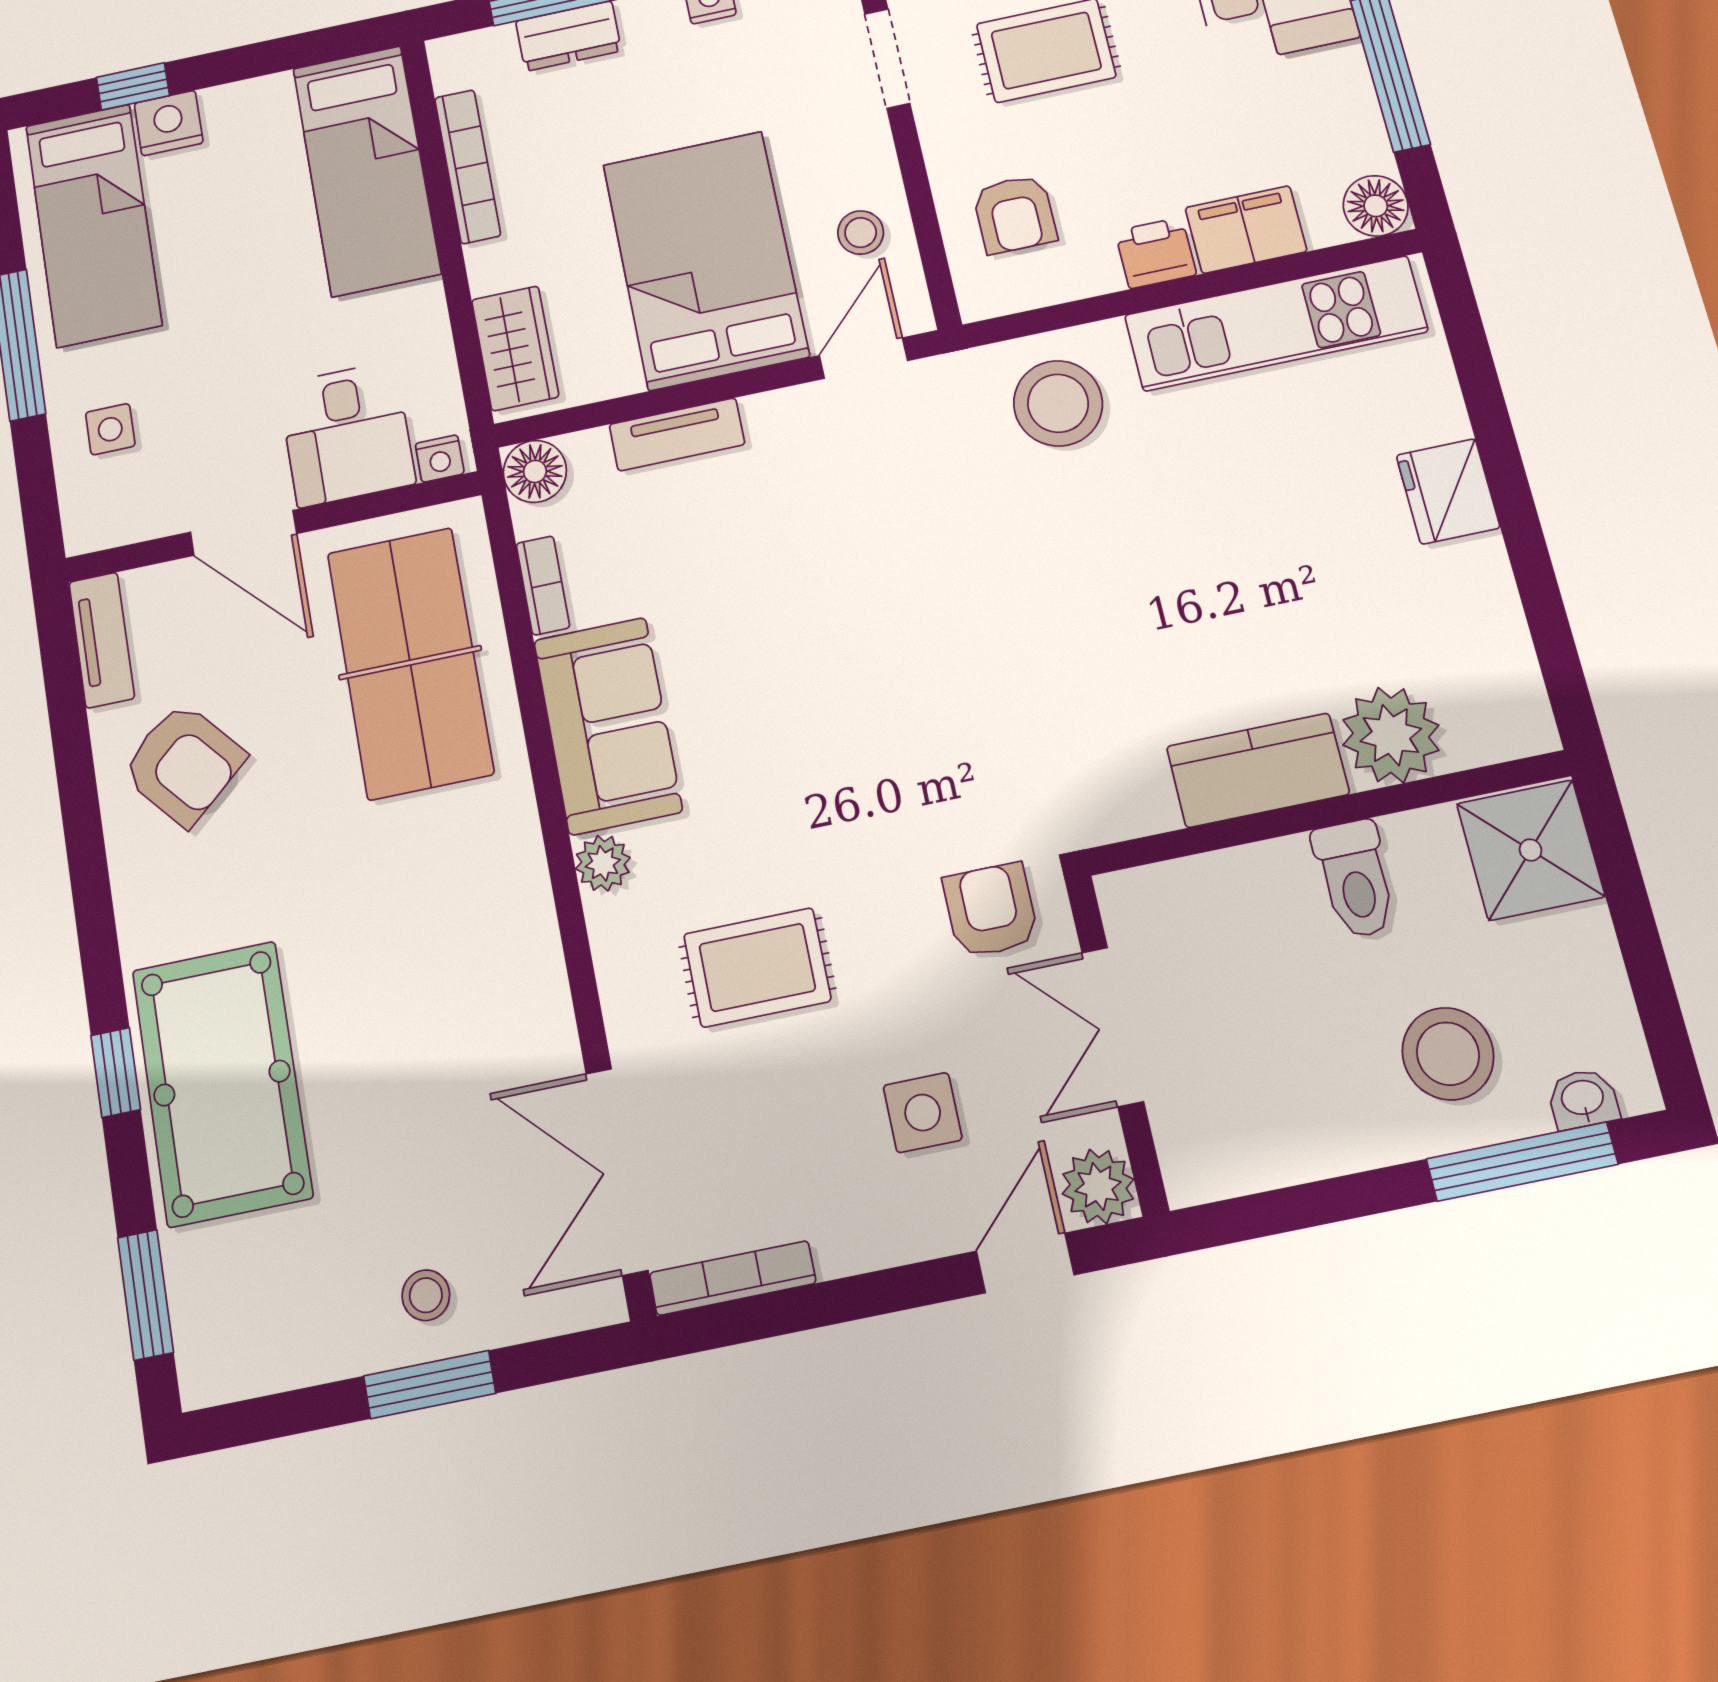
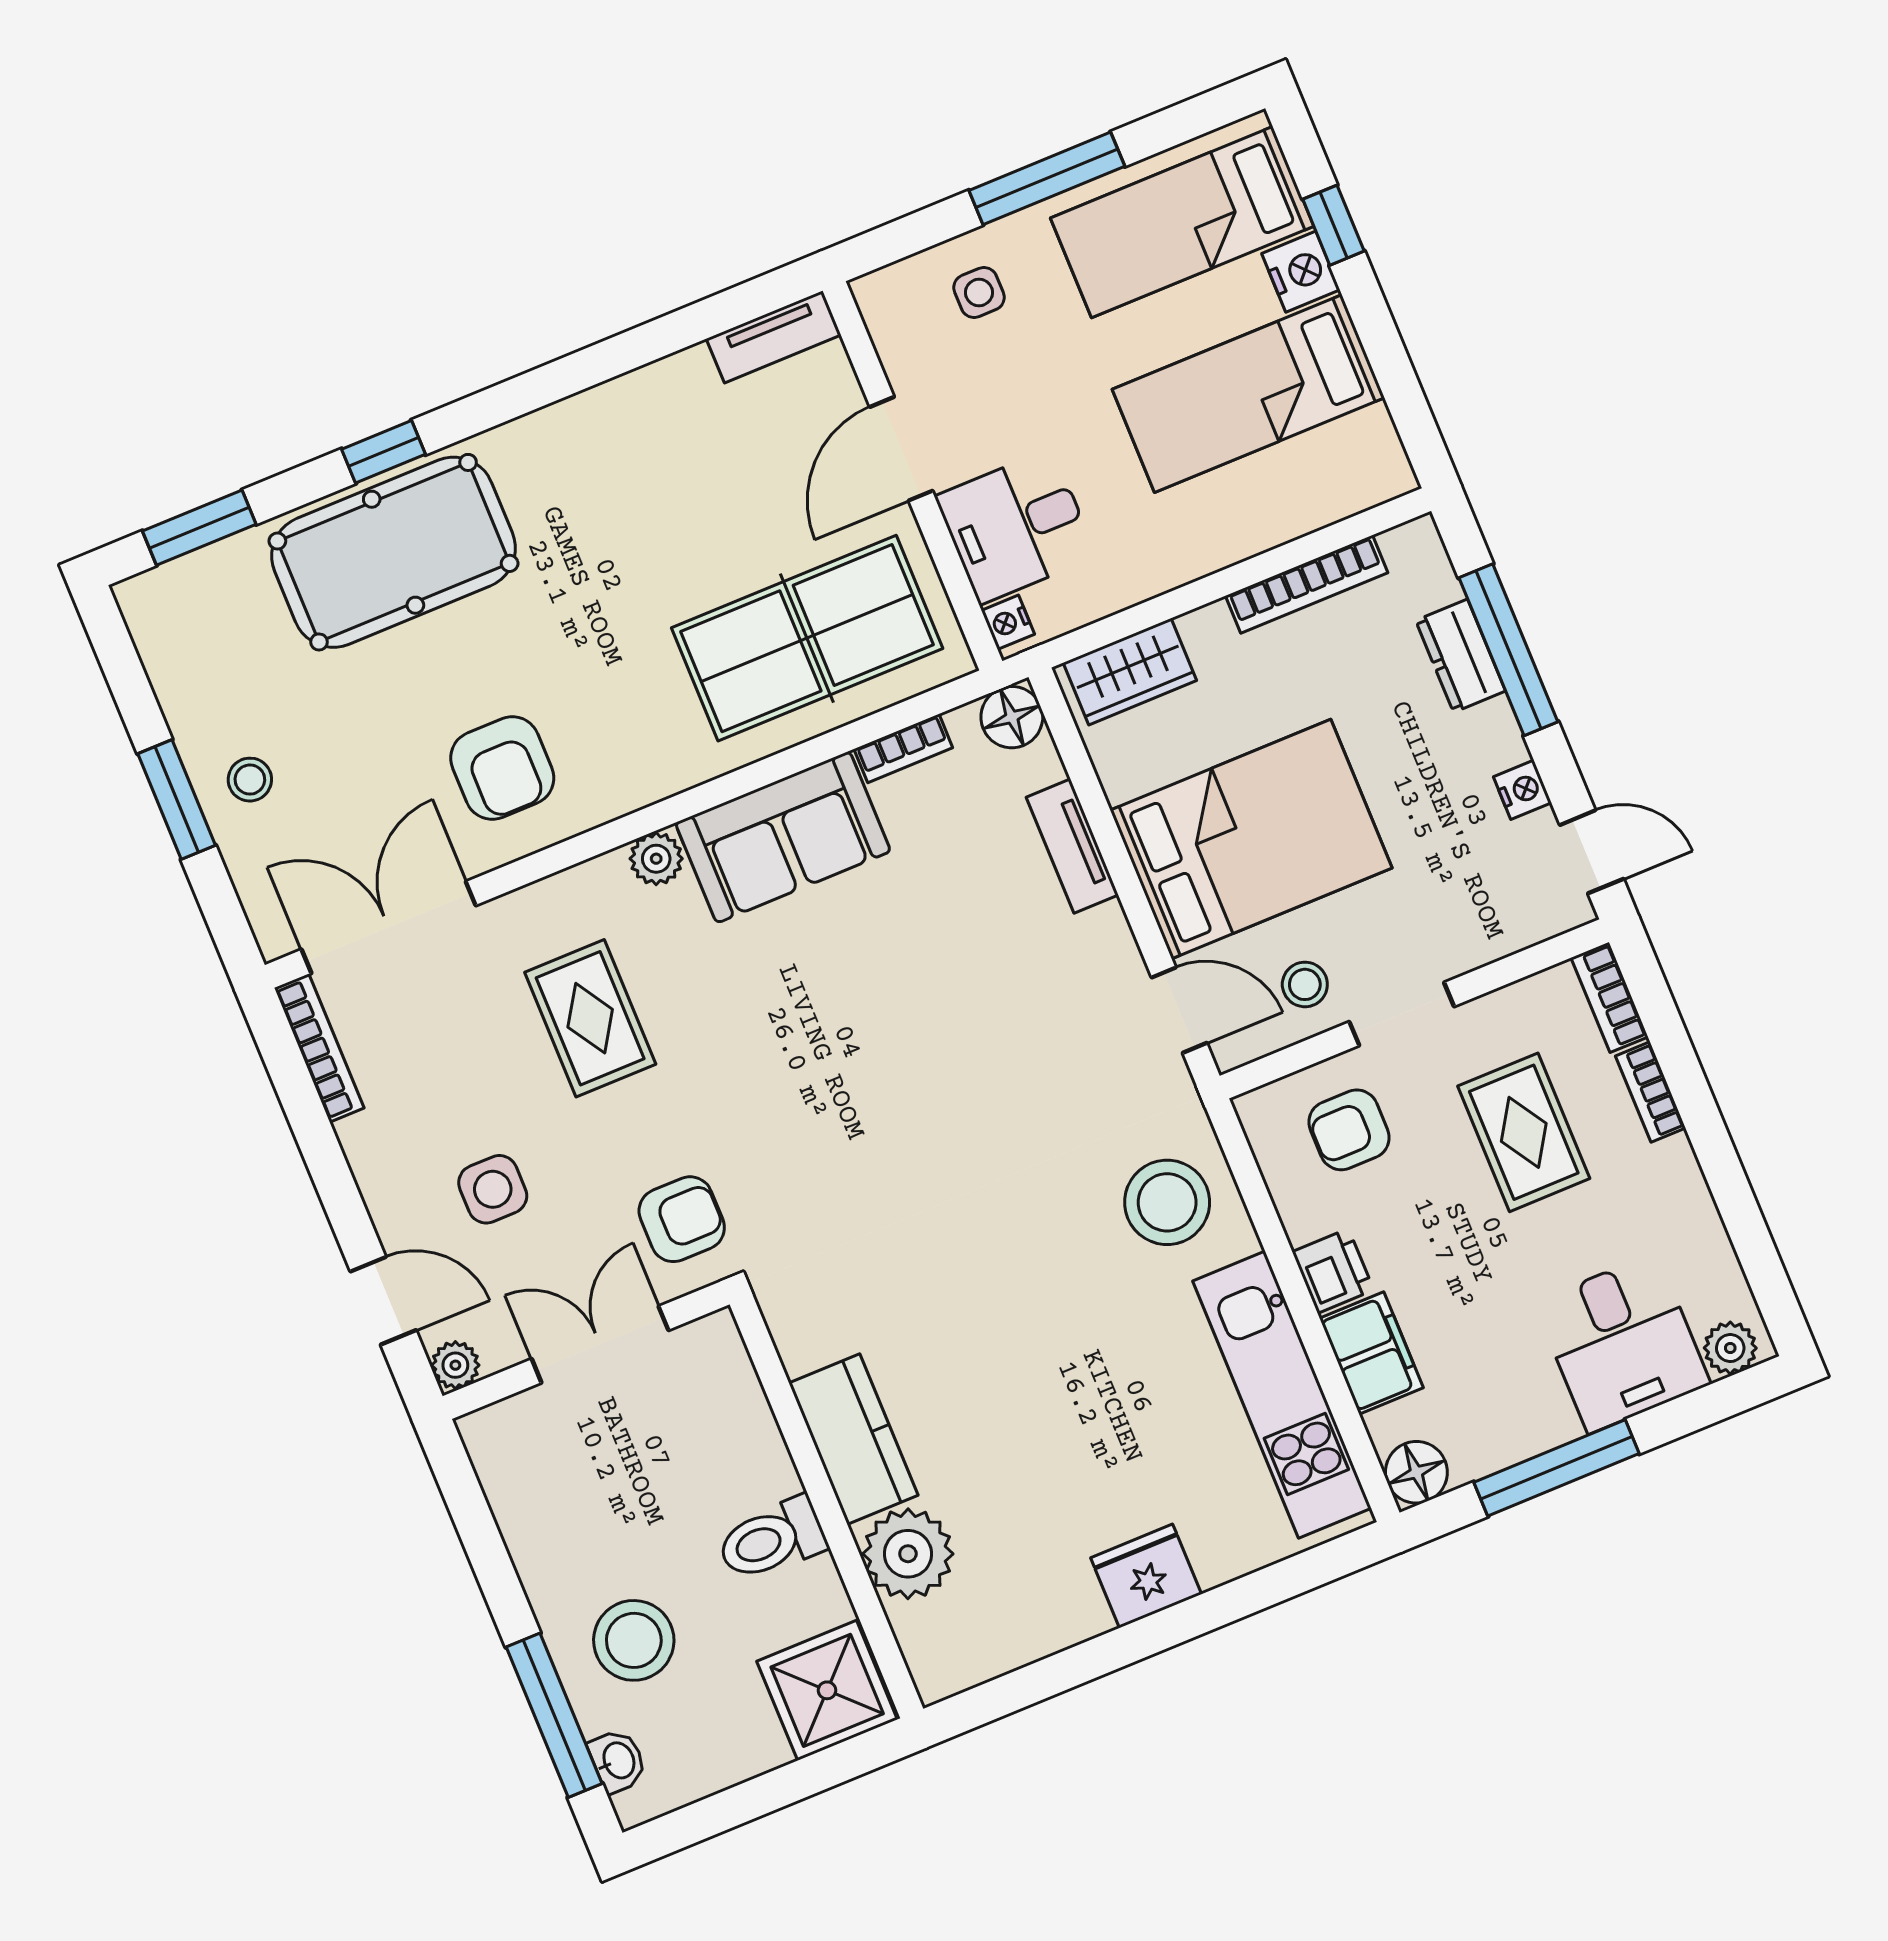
doorway: (887, 59) -> (1402, 1014), moved
bed: (366, 170) -> (1248, 394), moved
armchair: (183, 764) -> (502, 768), moved, turned -49
plant: (1098, 1187) -> (455, 1365), width x0.73, depth x0.73

